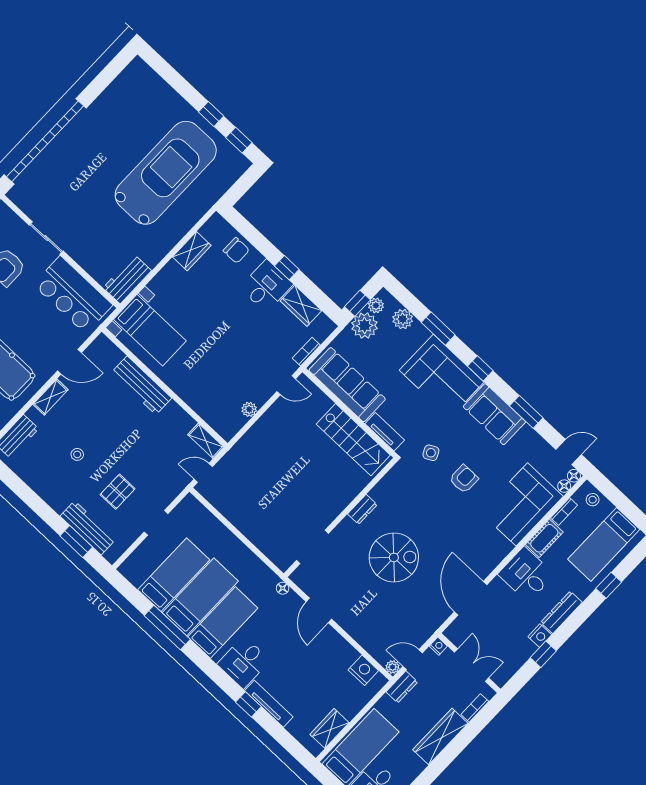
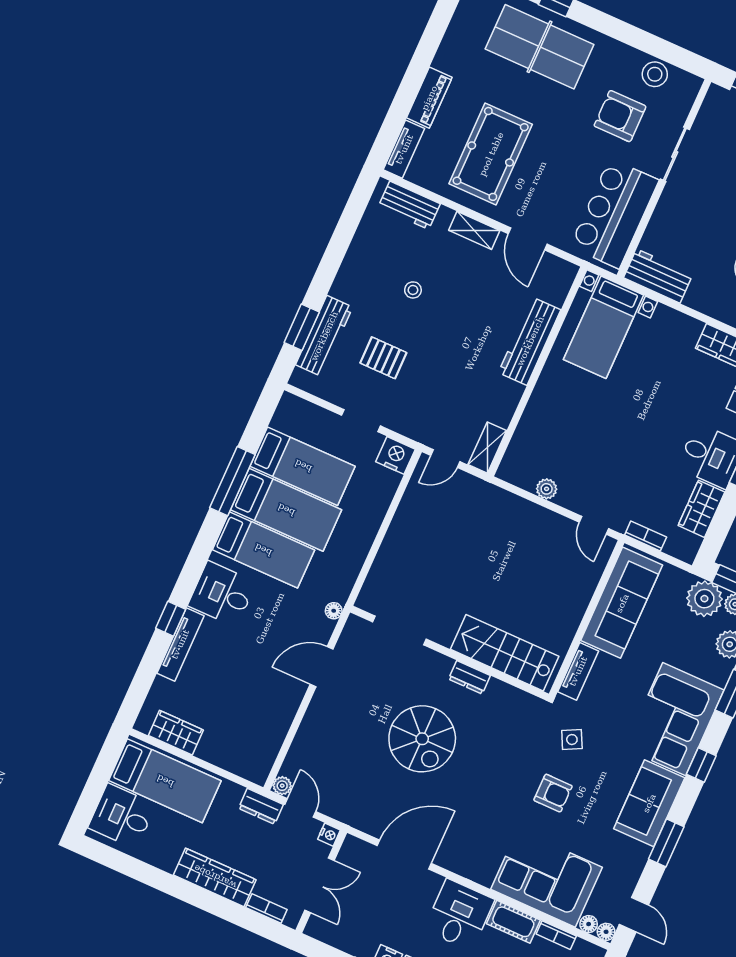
stairs: (353, 440) -> (505, 653), moved, turned 90
door: (203, 473) -> (445, 459), swing flipped
nightstand: (363, 670) -> (396, 455), moved, turned -90

